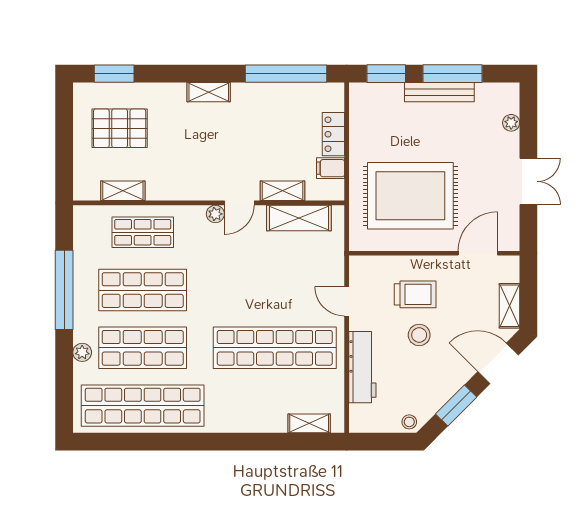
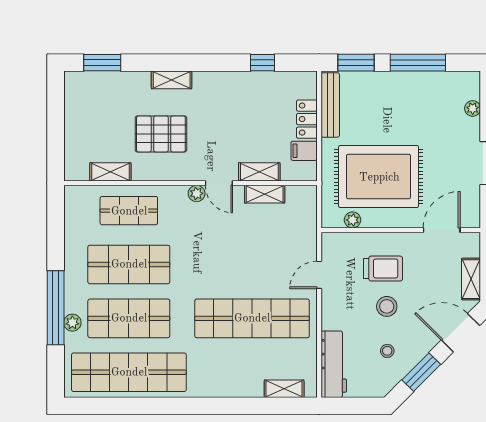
window: (286, 74) -> (263, 63), width x0.32
shelving: (209, 92) -> (172, 80), moved
bench: (439, 92) -> (330, 105), moved, turned 90
pallet: (120, 128) -> (161, 134), moved
door: (239, 203) -> (219, 183), hinge flipped
shelving: (299, 218) -> (265, 194), width x0.67, depth x0.75
plant: (382, 242) -> (353, 220), added
window: (64, 290) -> (56, 308), moved
door: (347, 301) -> (319, 275), hinge flipped
workbench: (362, 367) -> (334, 364), moved
stool: (409, 422) -> (387, 351), moved

